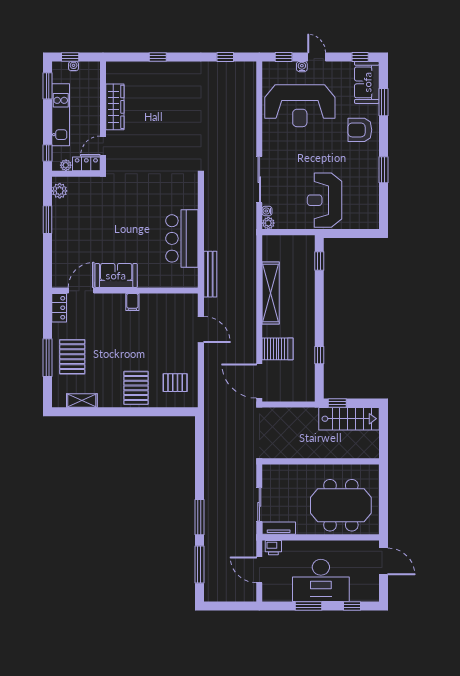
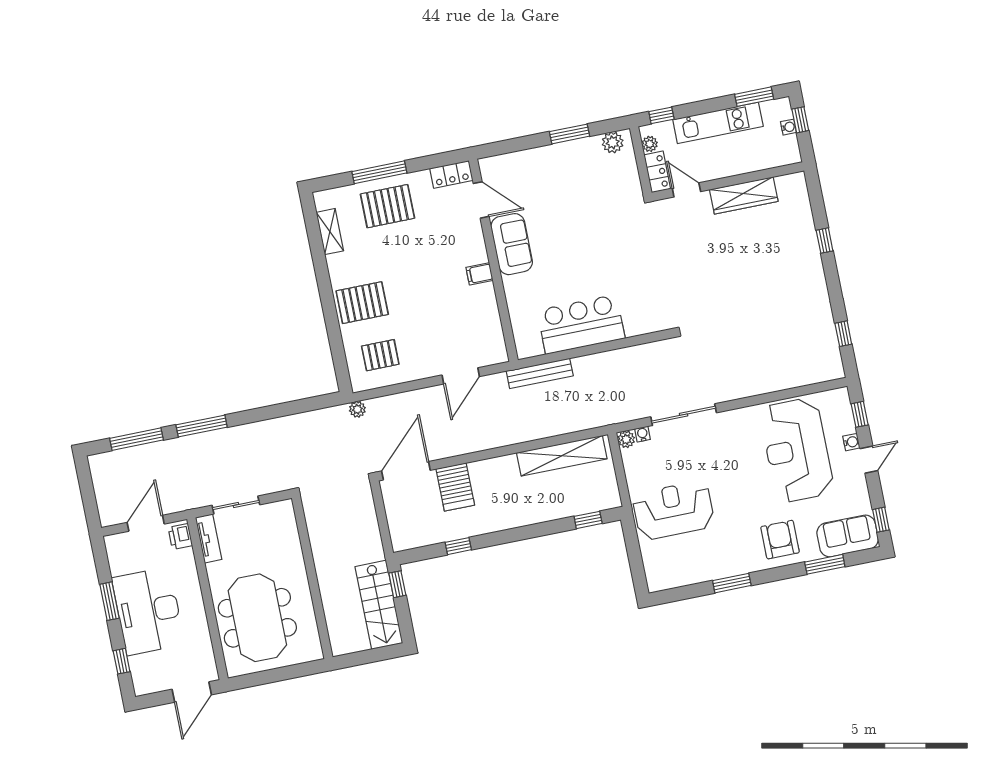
shelving: (271, 293) -> (562, 456), moved
pallet: (175, 383) -> (380, 355), turned 90
plant: (210, 406) -> (357, 409), added

